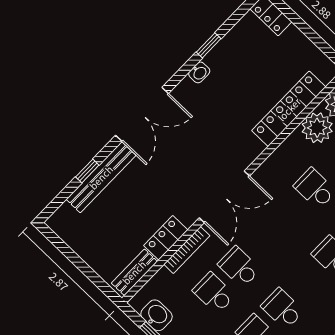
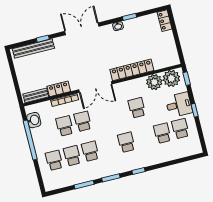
locker: (289, 109) -> (132, 70), moved
double door: (142, 114) -> (82, 29), swing flipped
bench: (101, 177) -> (33, 48), moved

